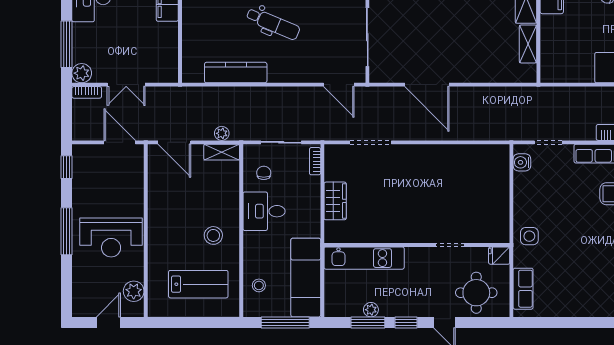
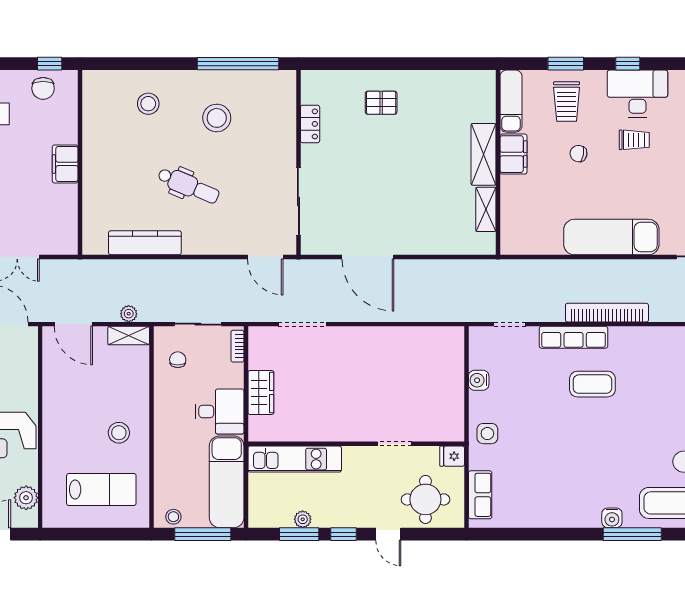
water cooler: (522, 162) -> (479, 380), moved
desk: (264, 211) -> (219, 411), moved, turned 180
stool: (259, 285) -> (173, 517), moved

